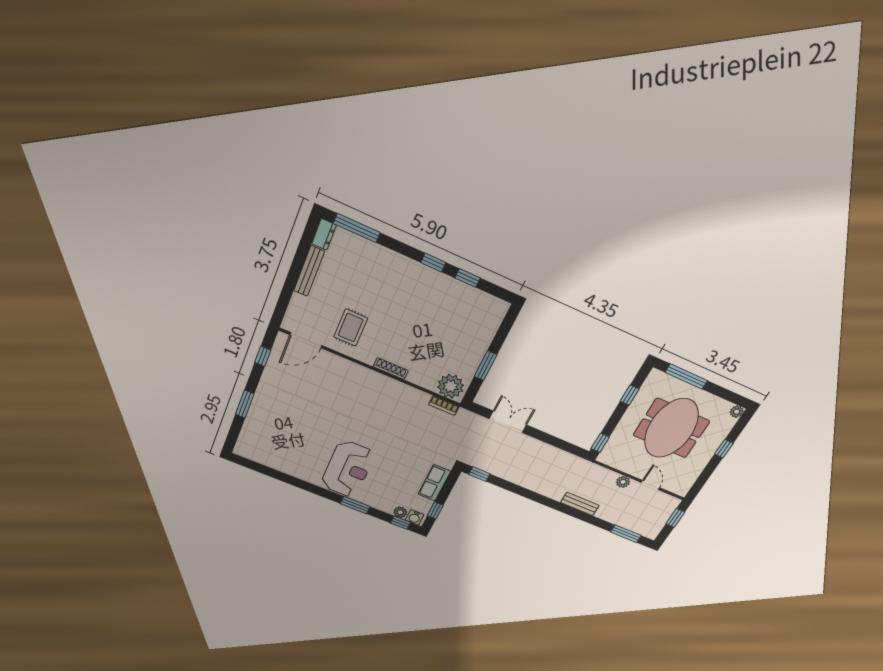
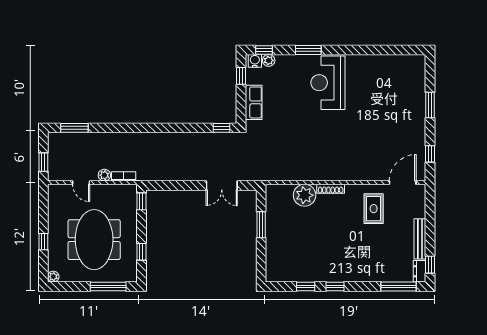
window: (308, 236) -> (430, 265), added
plant: (451, 386) -> (305, 195), moved
bookcase: (444, 405) -> (124, 176), moved
bench: (580, 504) -> (127, 138), removed

